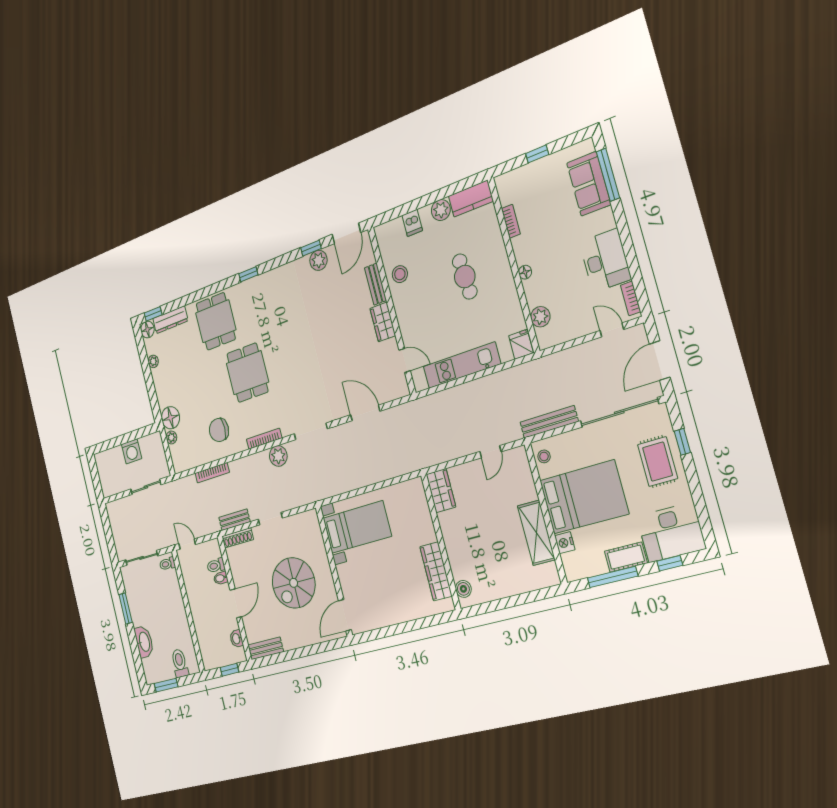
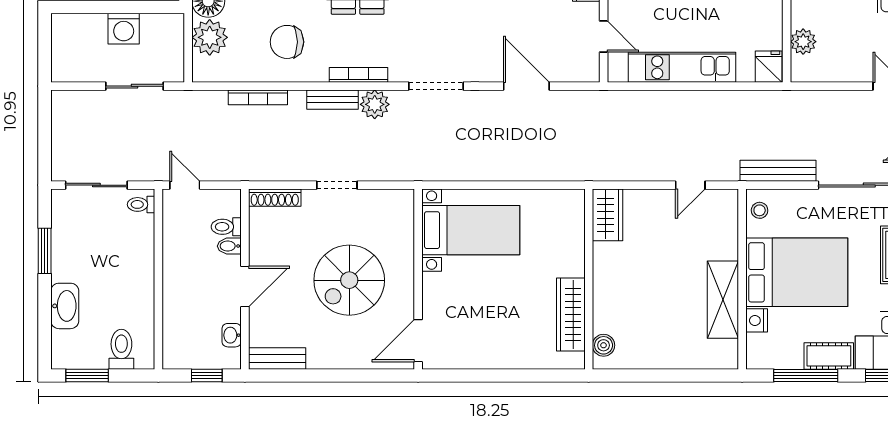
plant: (171, 437) -> (210, 37), width x1.87, depth x1.87
bench: (234, 520) -> (333, 100), moved

